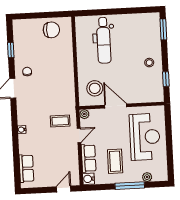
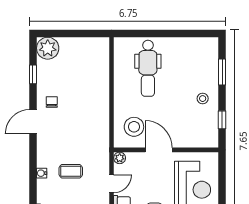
plant: (22, 28) -> (48, 48), added
window: (163, 29) -> (222, 72), moved
chair: (51, 30) -> (84, 52), removed
coffee table: (60, 121) -> (71, 171), moved

